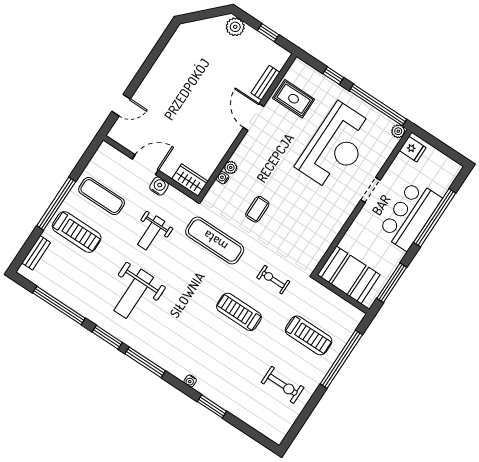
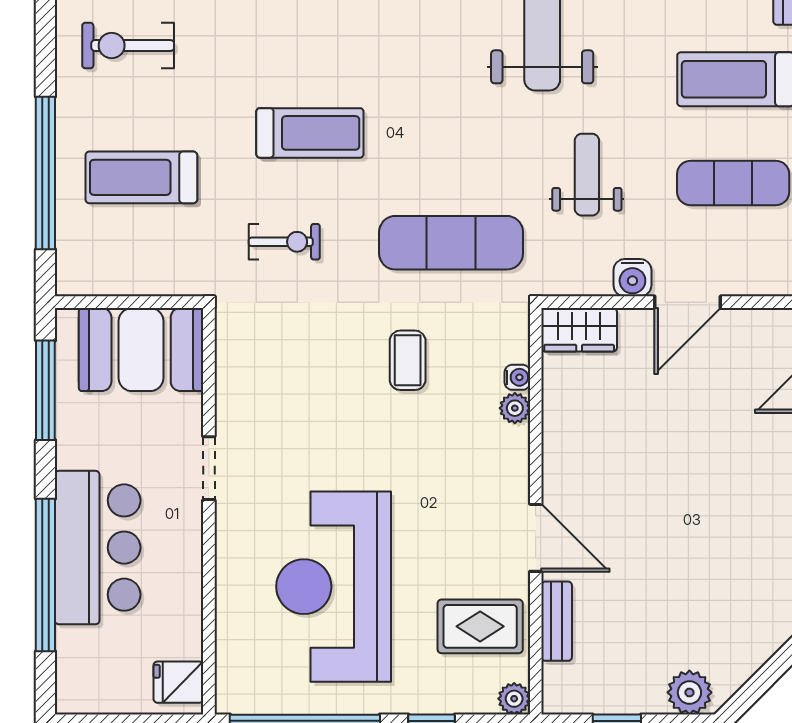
plant: (398, 131) -> (514, 699), moved
doorway: (370, 190) -> (209, 468), moved

